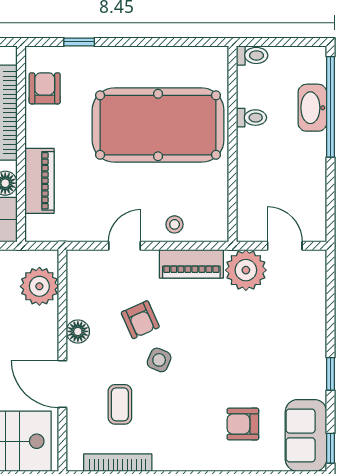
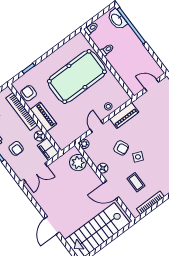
washbasin: (312, 108) -> (117, 19), moved
piano: (40, 181) -> (43, 117), moved
plant: (246, 270) -> (84, 144), moved, width x0.53, depth x0.53

